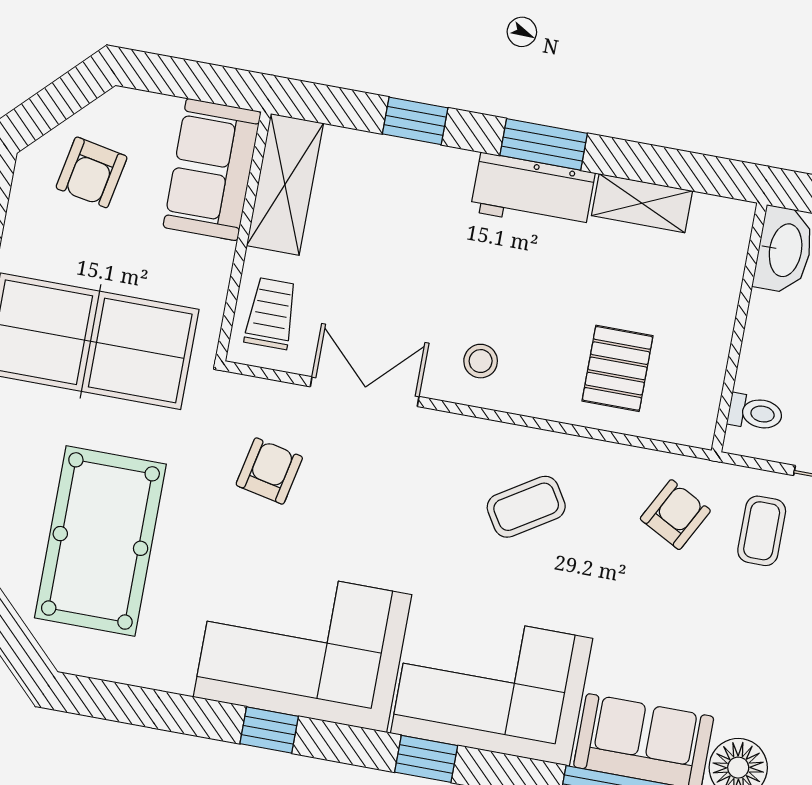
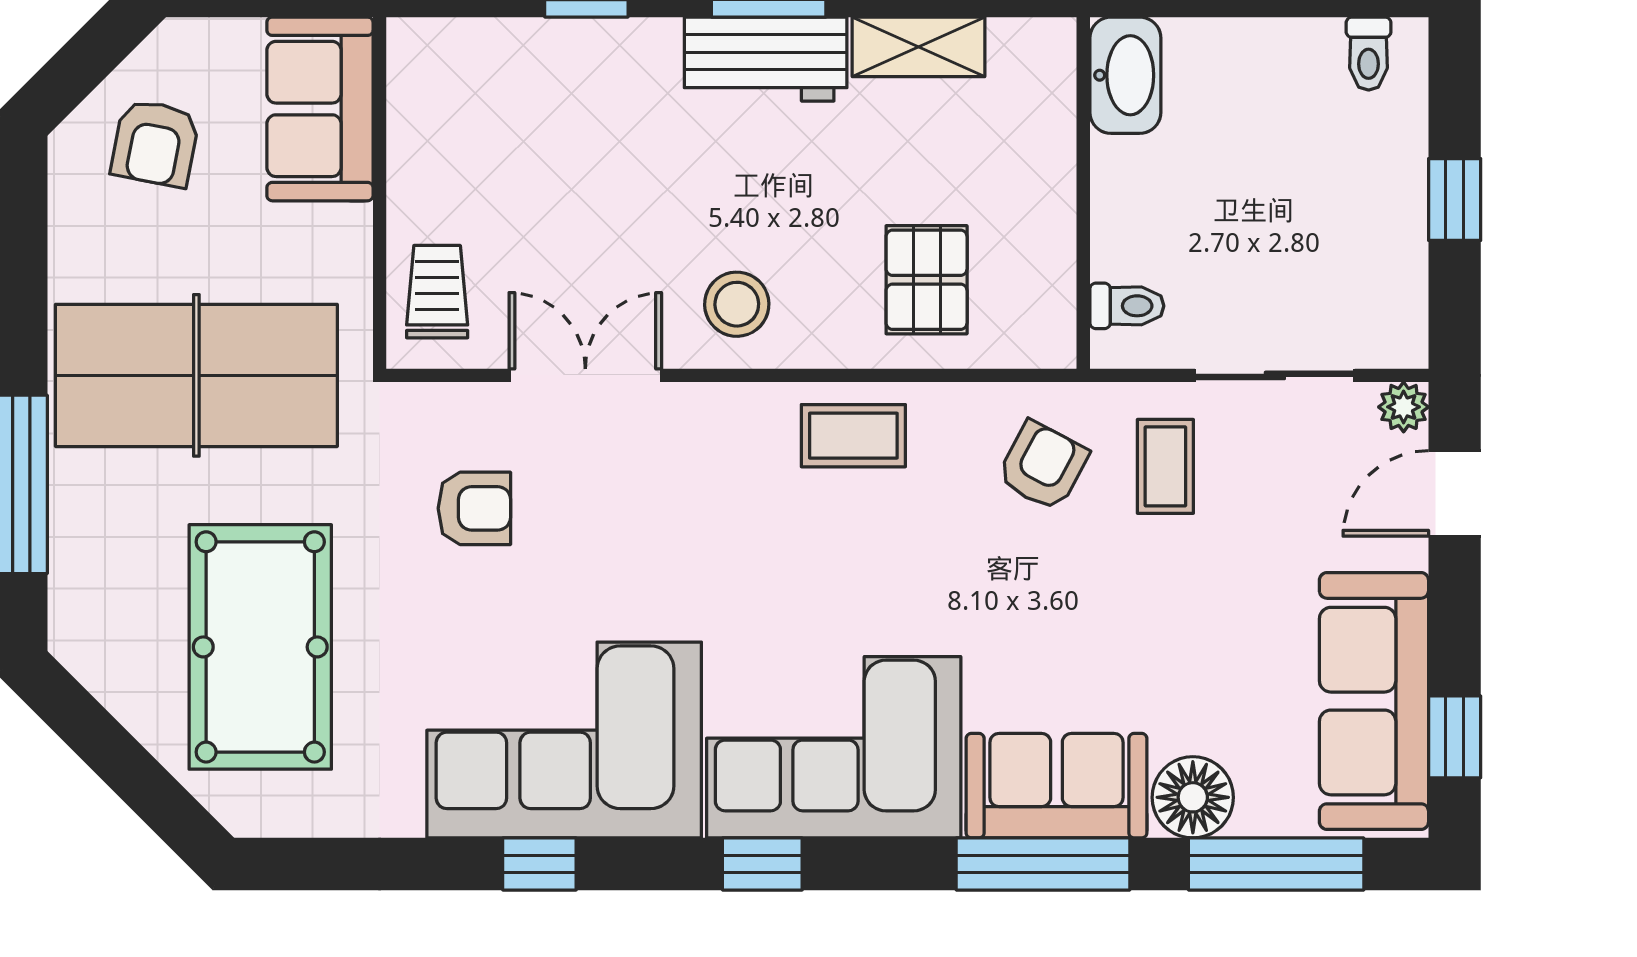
shelving: (285, 184) -> (424, 111), removed
stool: (481, 361) -> (737, 304), width x1.37, depth x1.37
armchair: (269, 471) -> (474, 508), turned 78
coffee table: (526, 507) -> (853, 436), moved, turned 32

